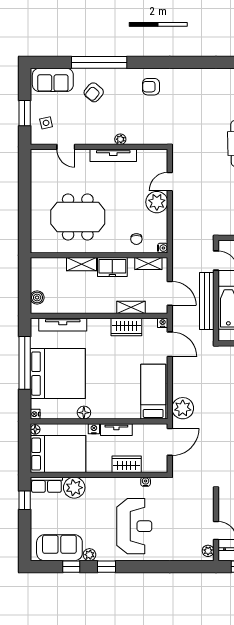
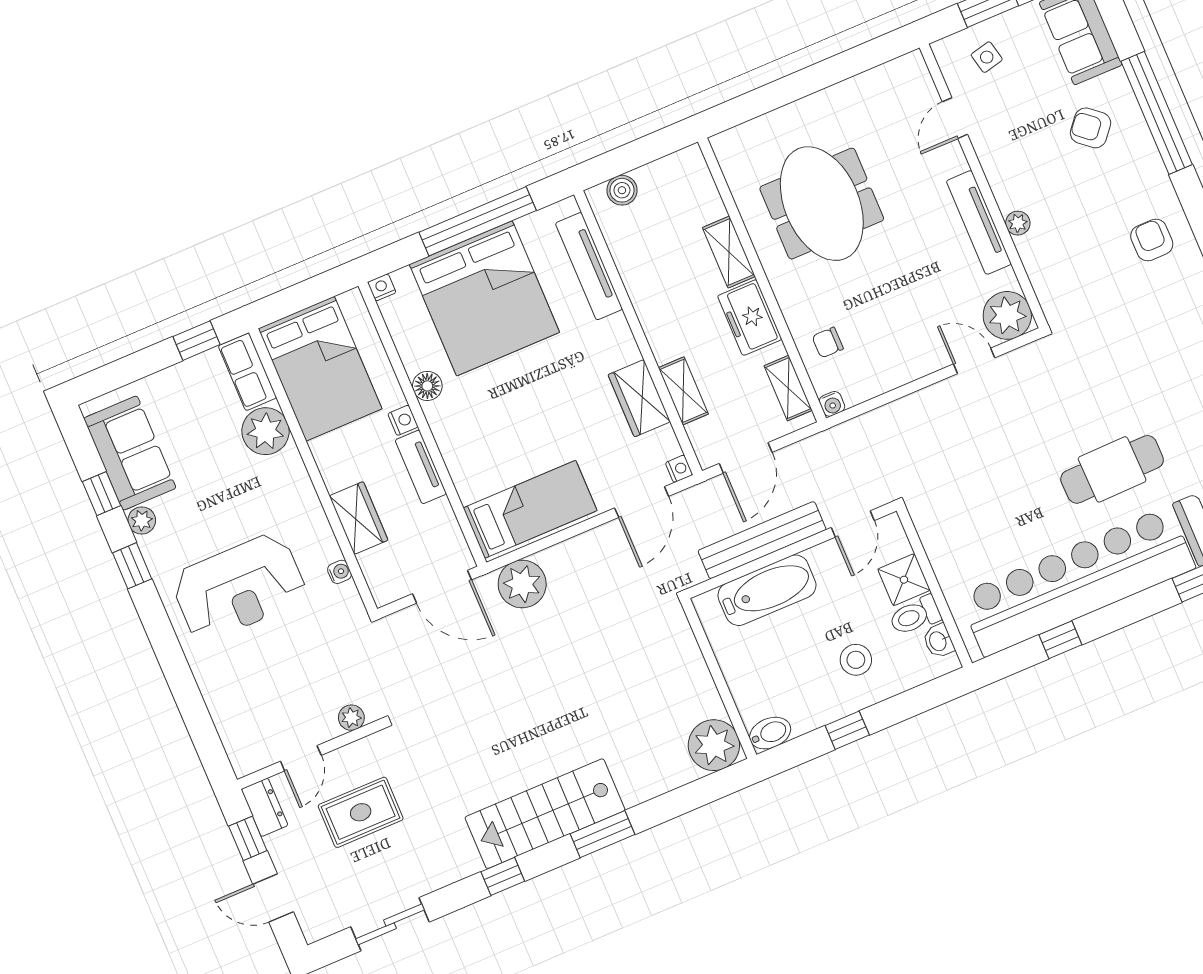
plant: (157, 202) -> (1007, 315), moved
floor lamp: (35, 429) -> (351, 301), removed
plant: (208, 551) -> (351, 718), moved

